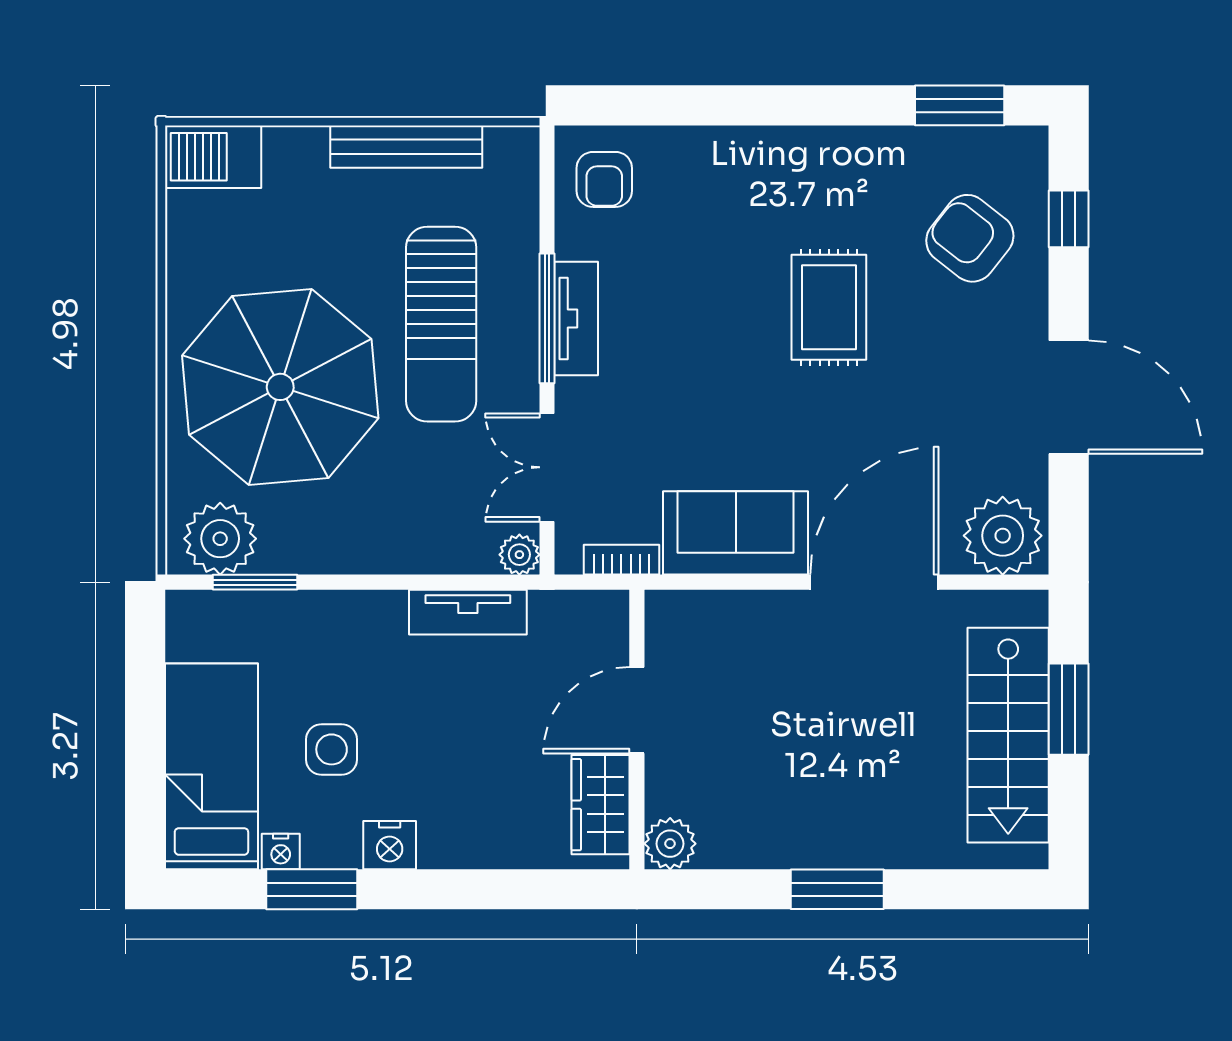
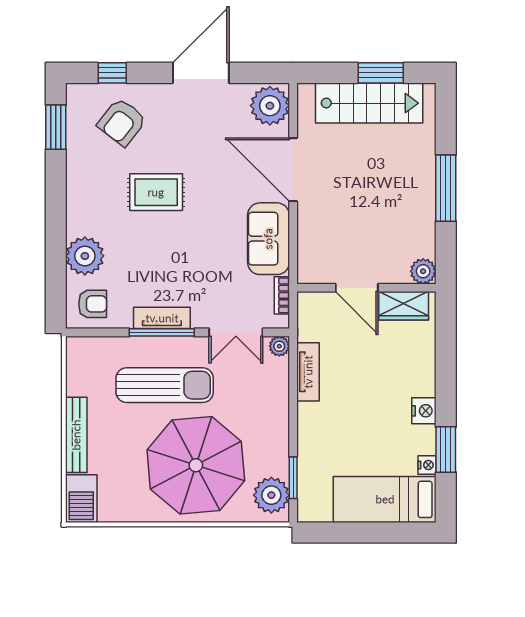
bench: (406, 147) -> (76, 435), moved
plant: (701, 164) -> (85, 256), added
window: (1069, 709) -> (381, 73), moved
side table: (332, 749) -> (376, 440), removed
window: (837, 889) -> (446, 188), width x1.44

